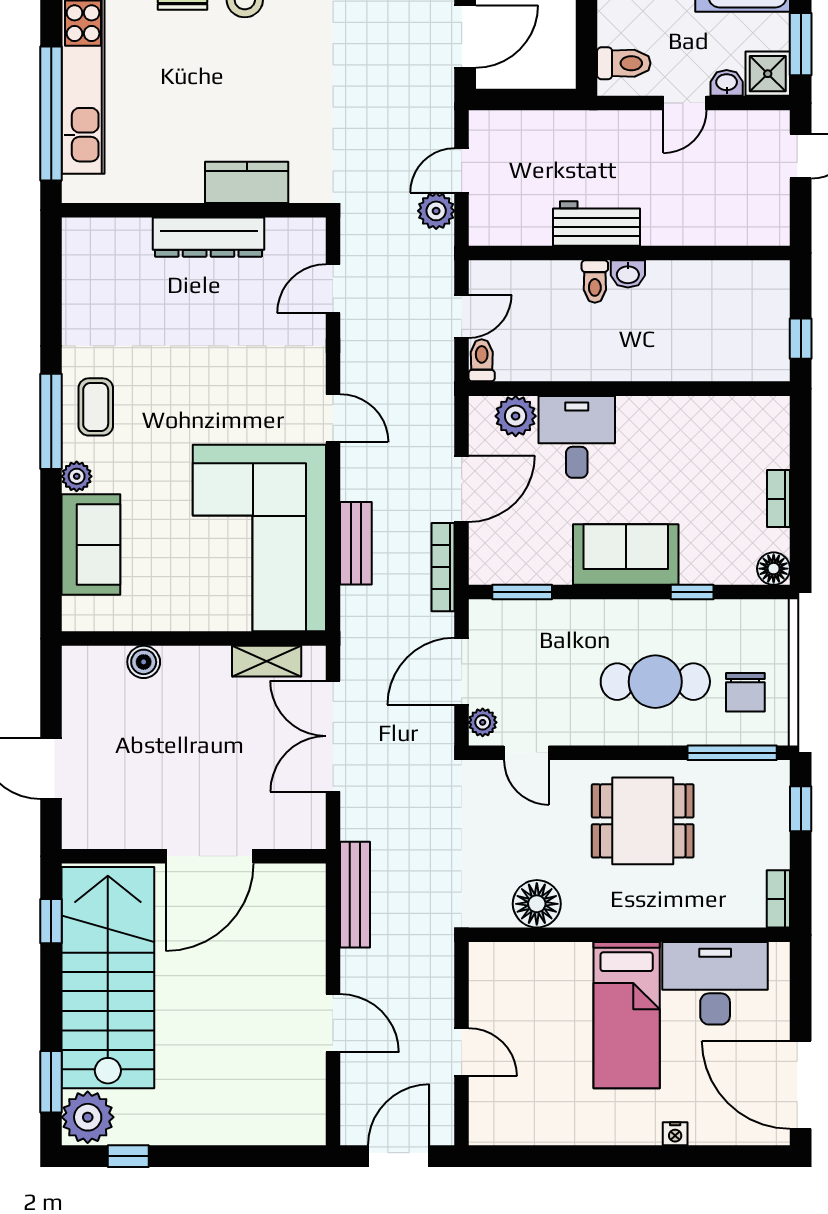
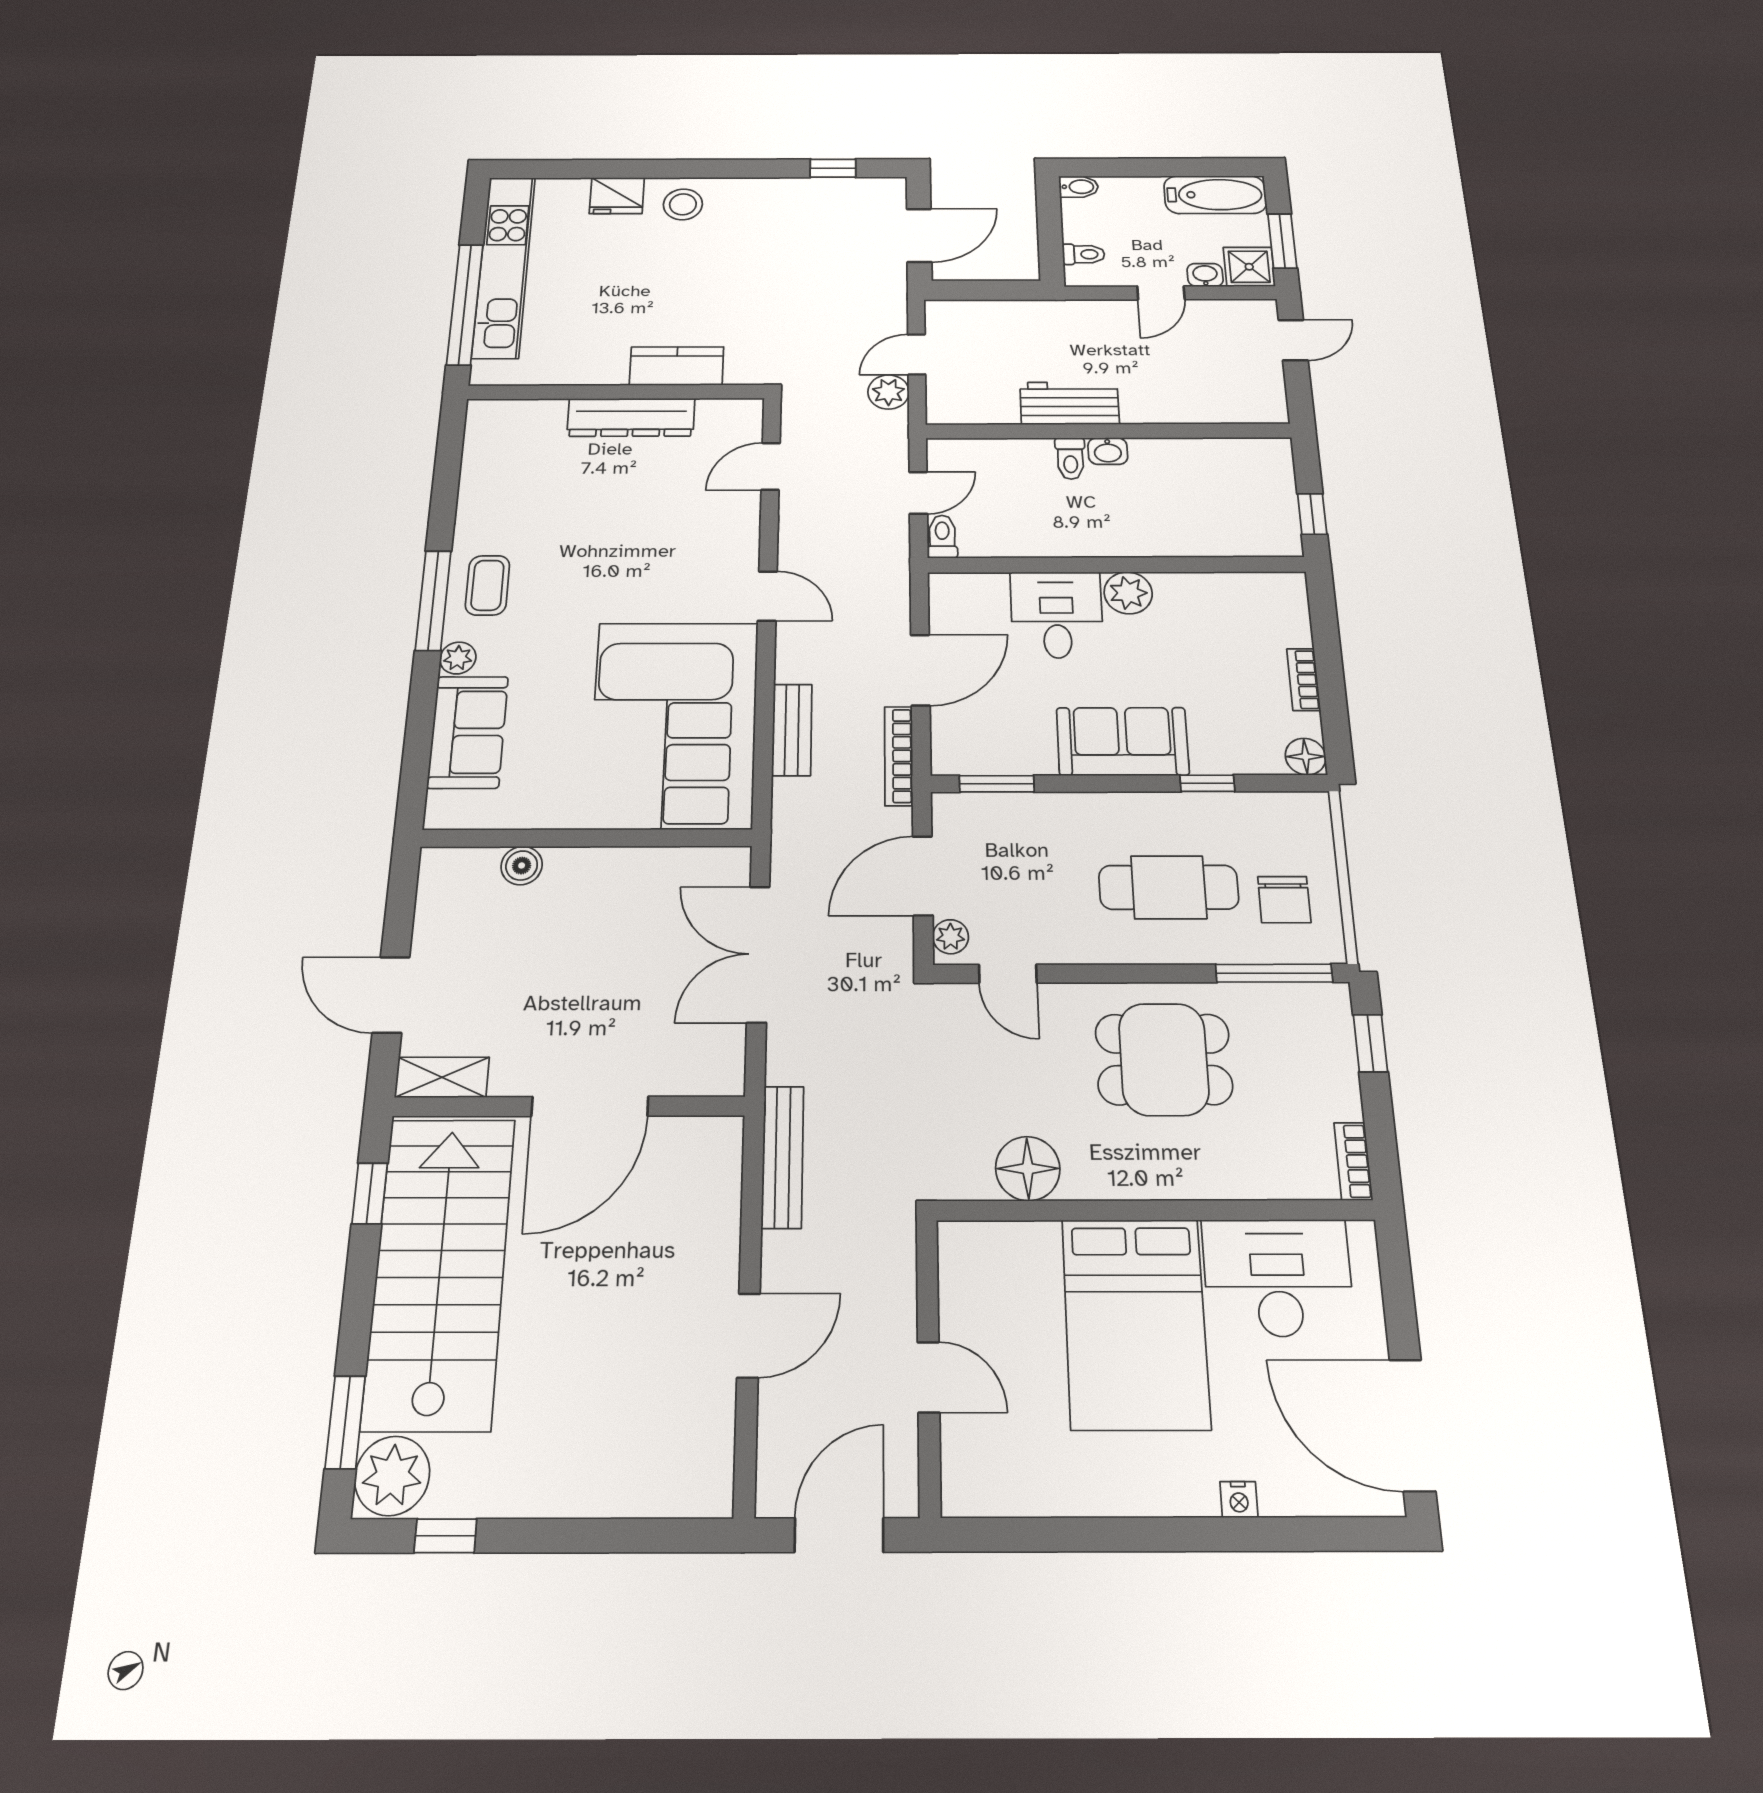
toilet: (624, 63) -> (1084, 254), width x0.73, depth x0.72
plant: (516, 416) -> (1128, 593), moved
shelving: (267, 661) -> (442, 1077), moved
bed: (627, 1015) -> (1135, 1323), width x1.50
door: (333, 1023) -> (748, 1335), hinge flipped

